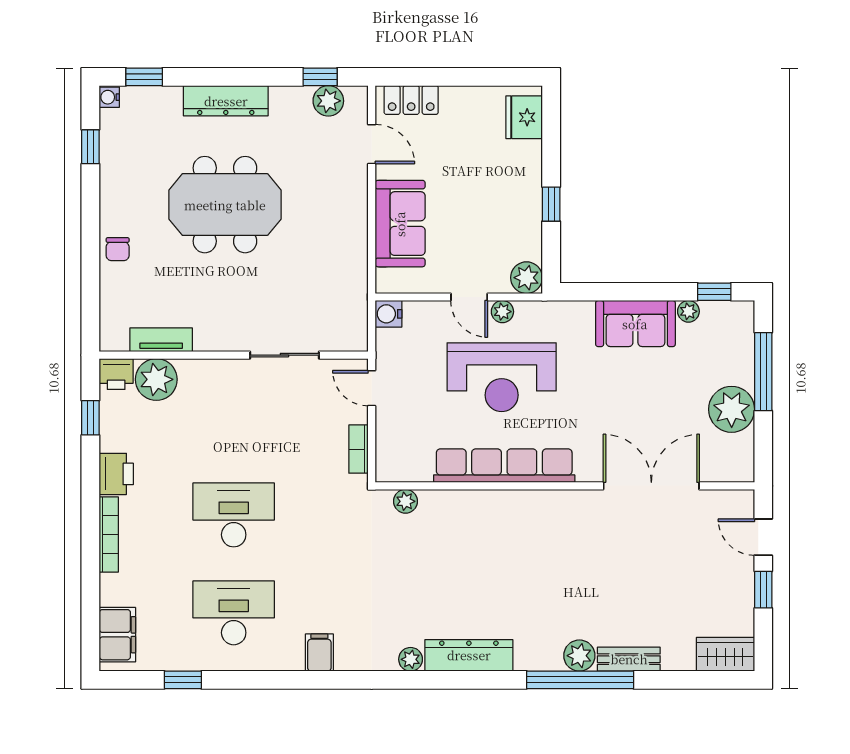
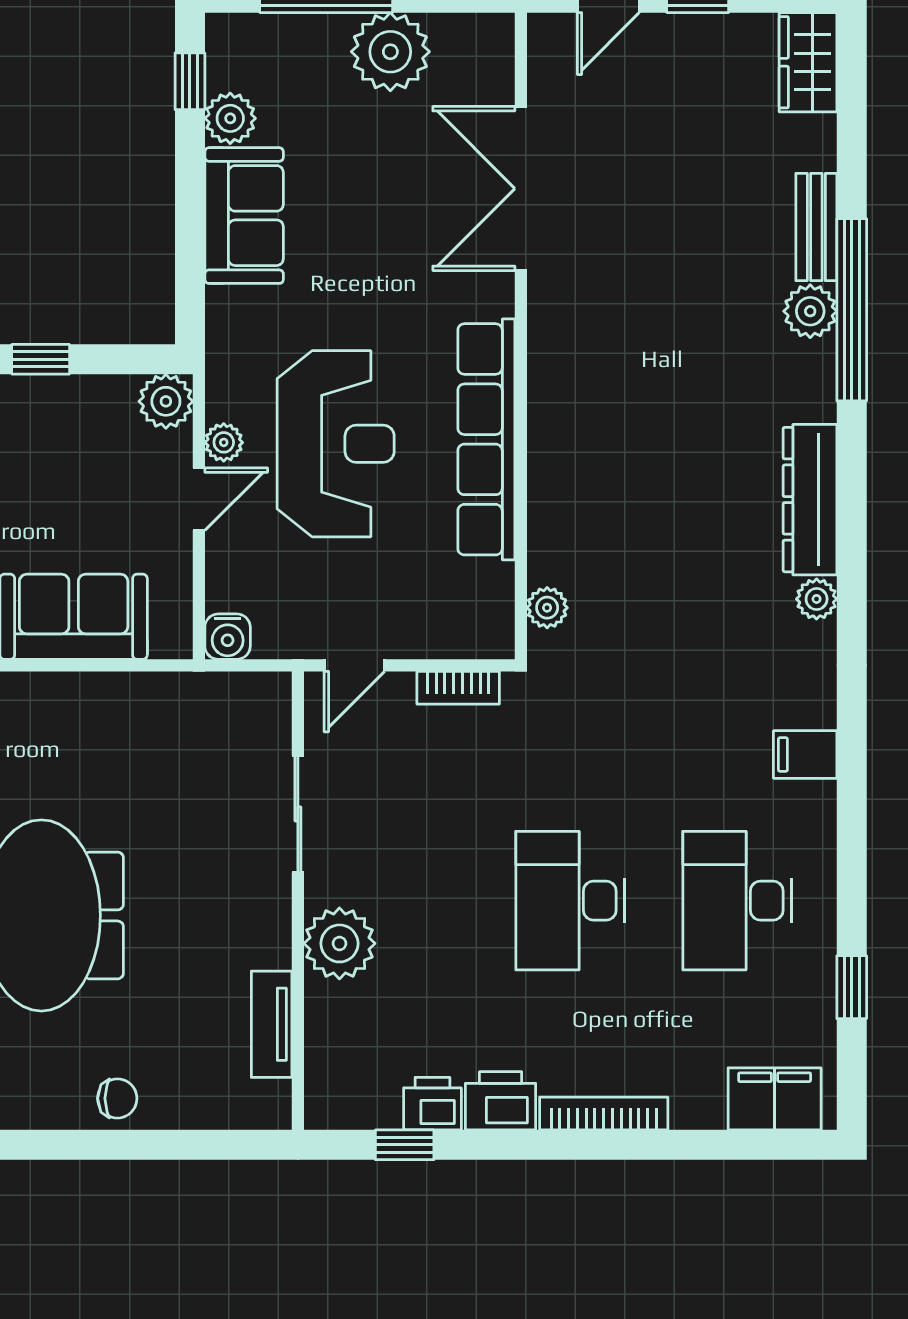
plant: (688, 311) -> (230, 118), width x1.38, depth x1.38
printer: (116, 374) -> (432, 1104), moved, turned -90
plant: (156, 379) -> (339, 943), moved

